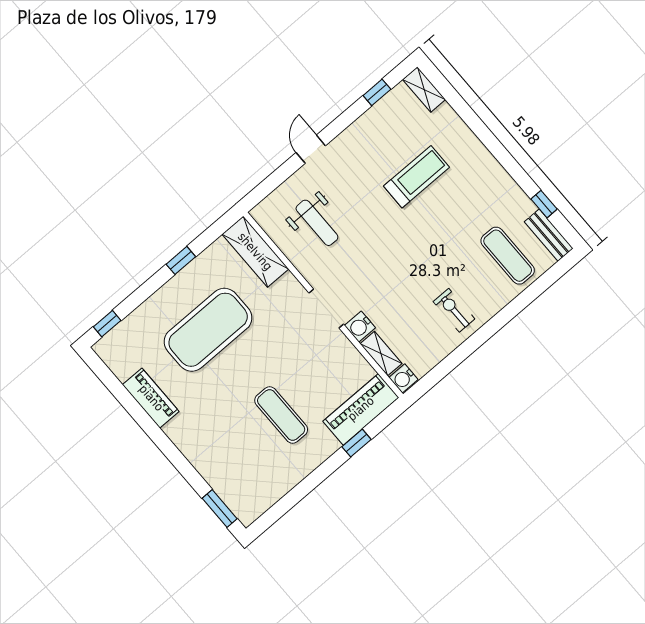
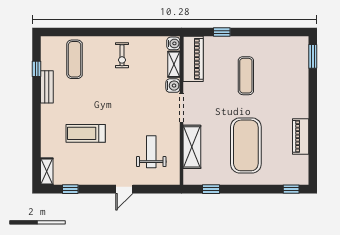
bench: (549, 235) -> (47, 87), moved
shelving: (255, 252) -> (192, 147), moved
window: (181, 260) -> (211, 189), moved
exercise mat: (208, 330) -> (246, 145), turned 90
piano: (361, 409) -> (193, 59), moved, turned -90

